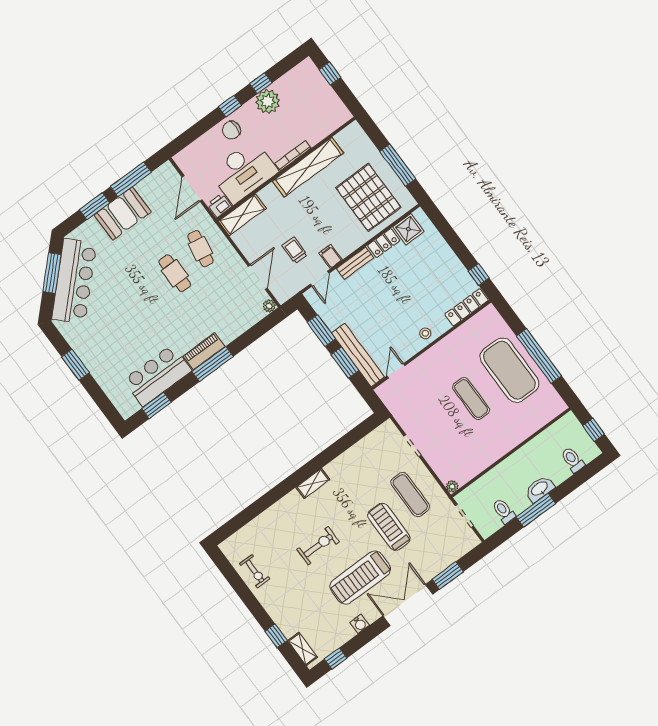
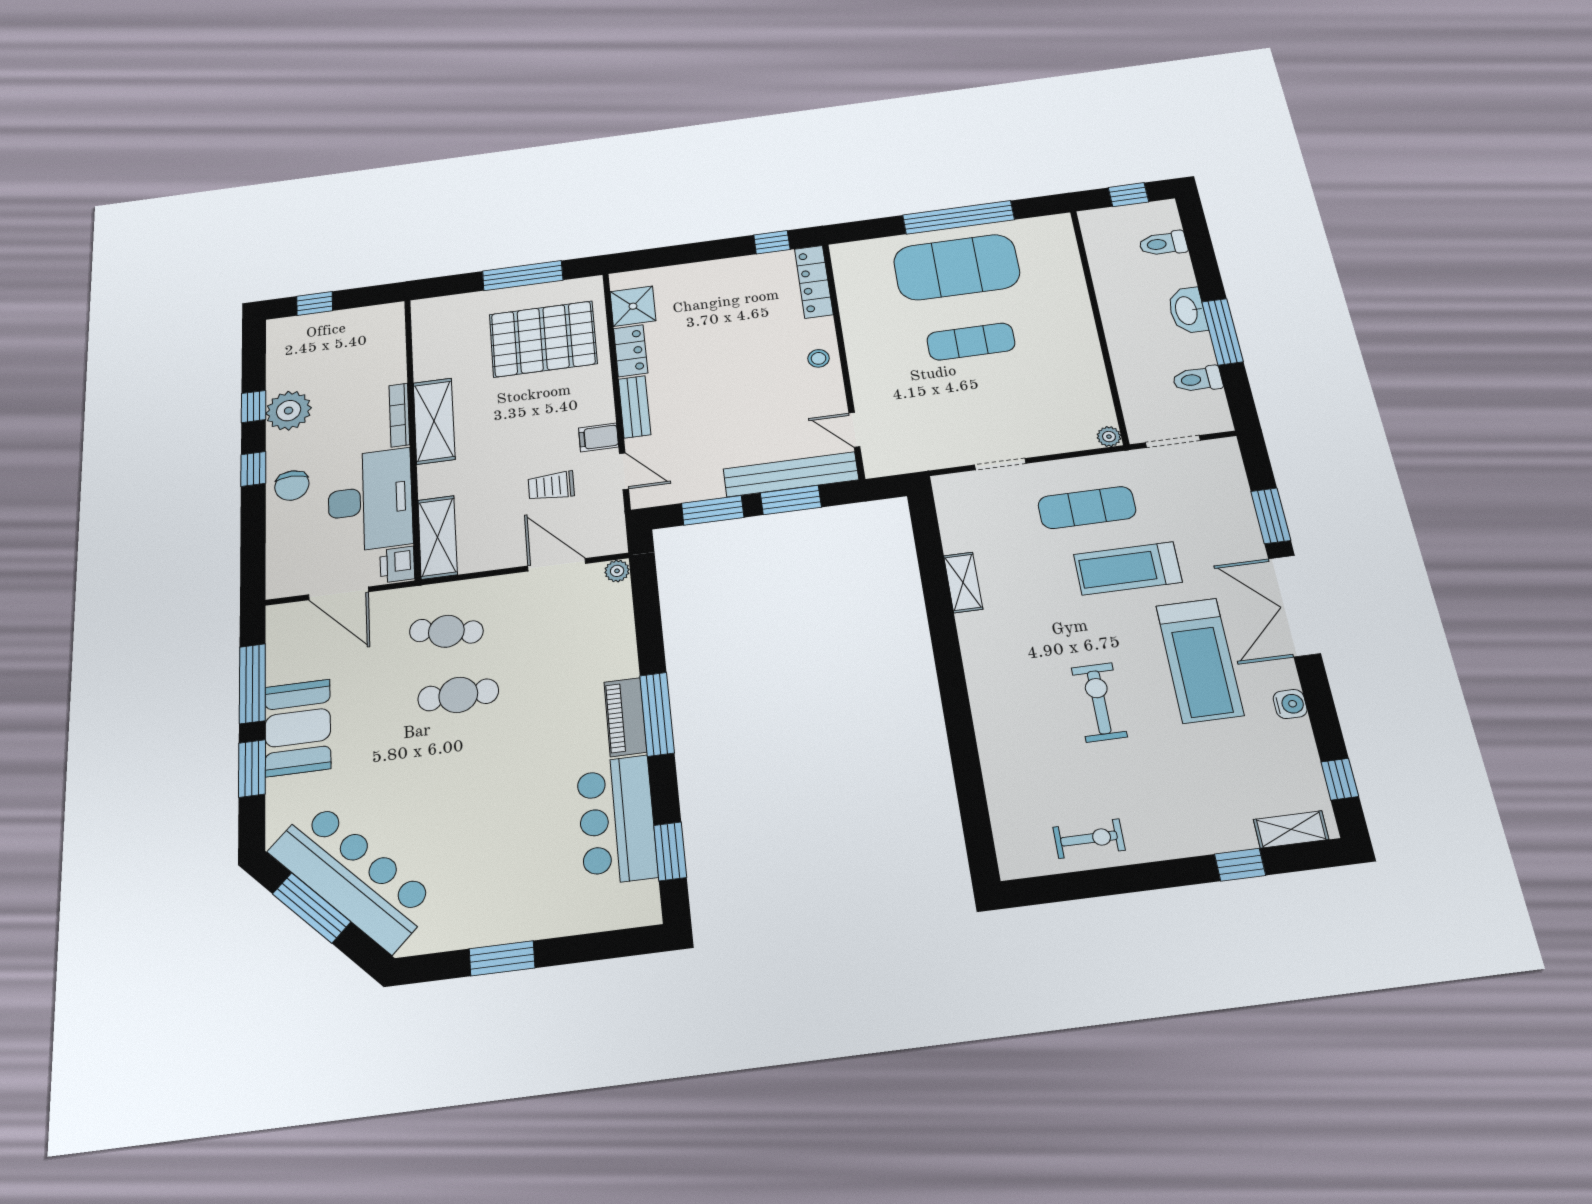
shelving: (308, 167) -> (434, 421), width x0.68
shelving: (313, 483) -> (963, 582), moved

